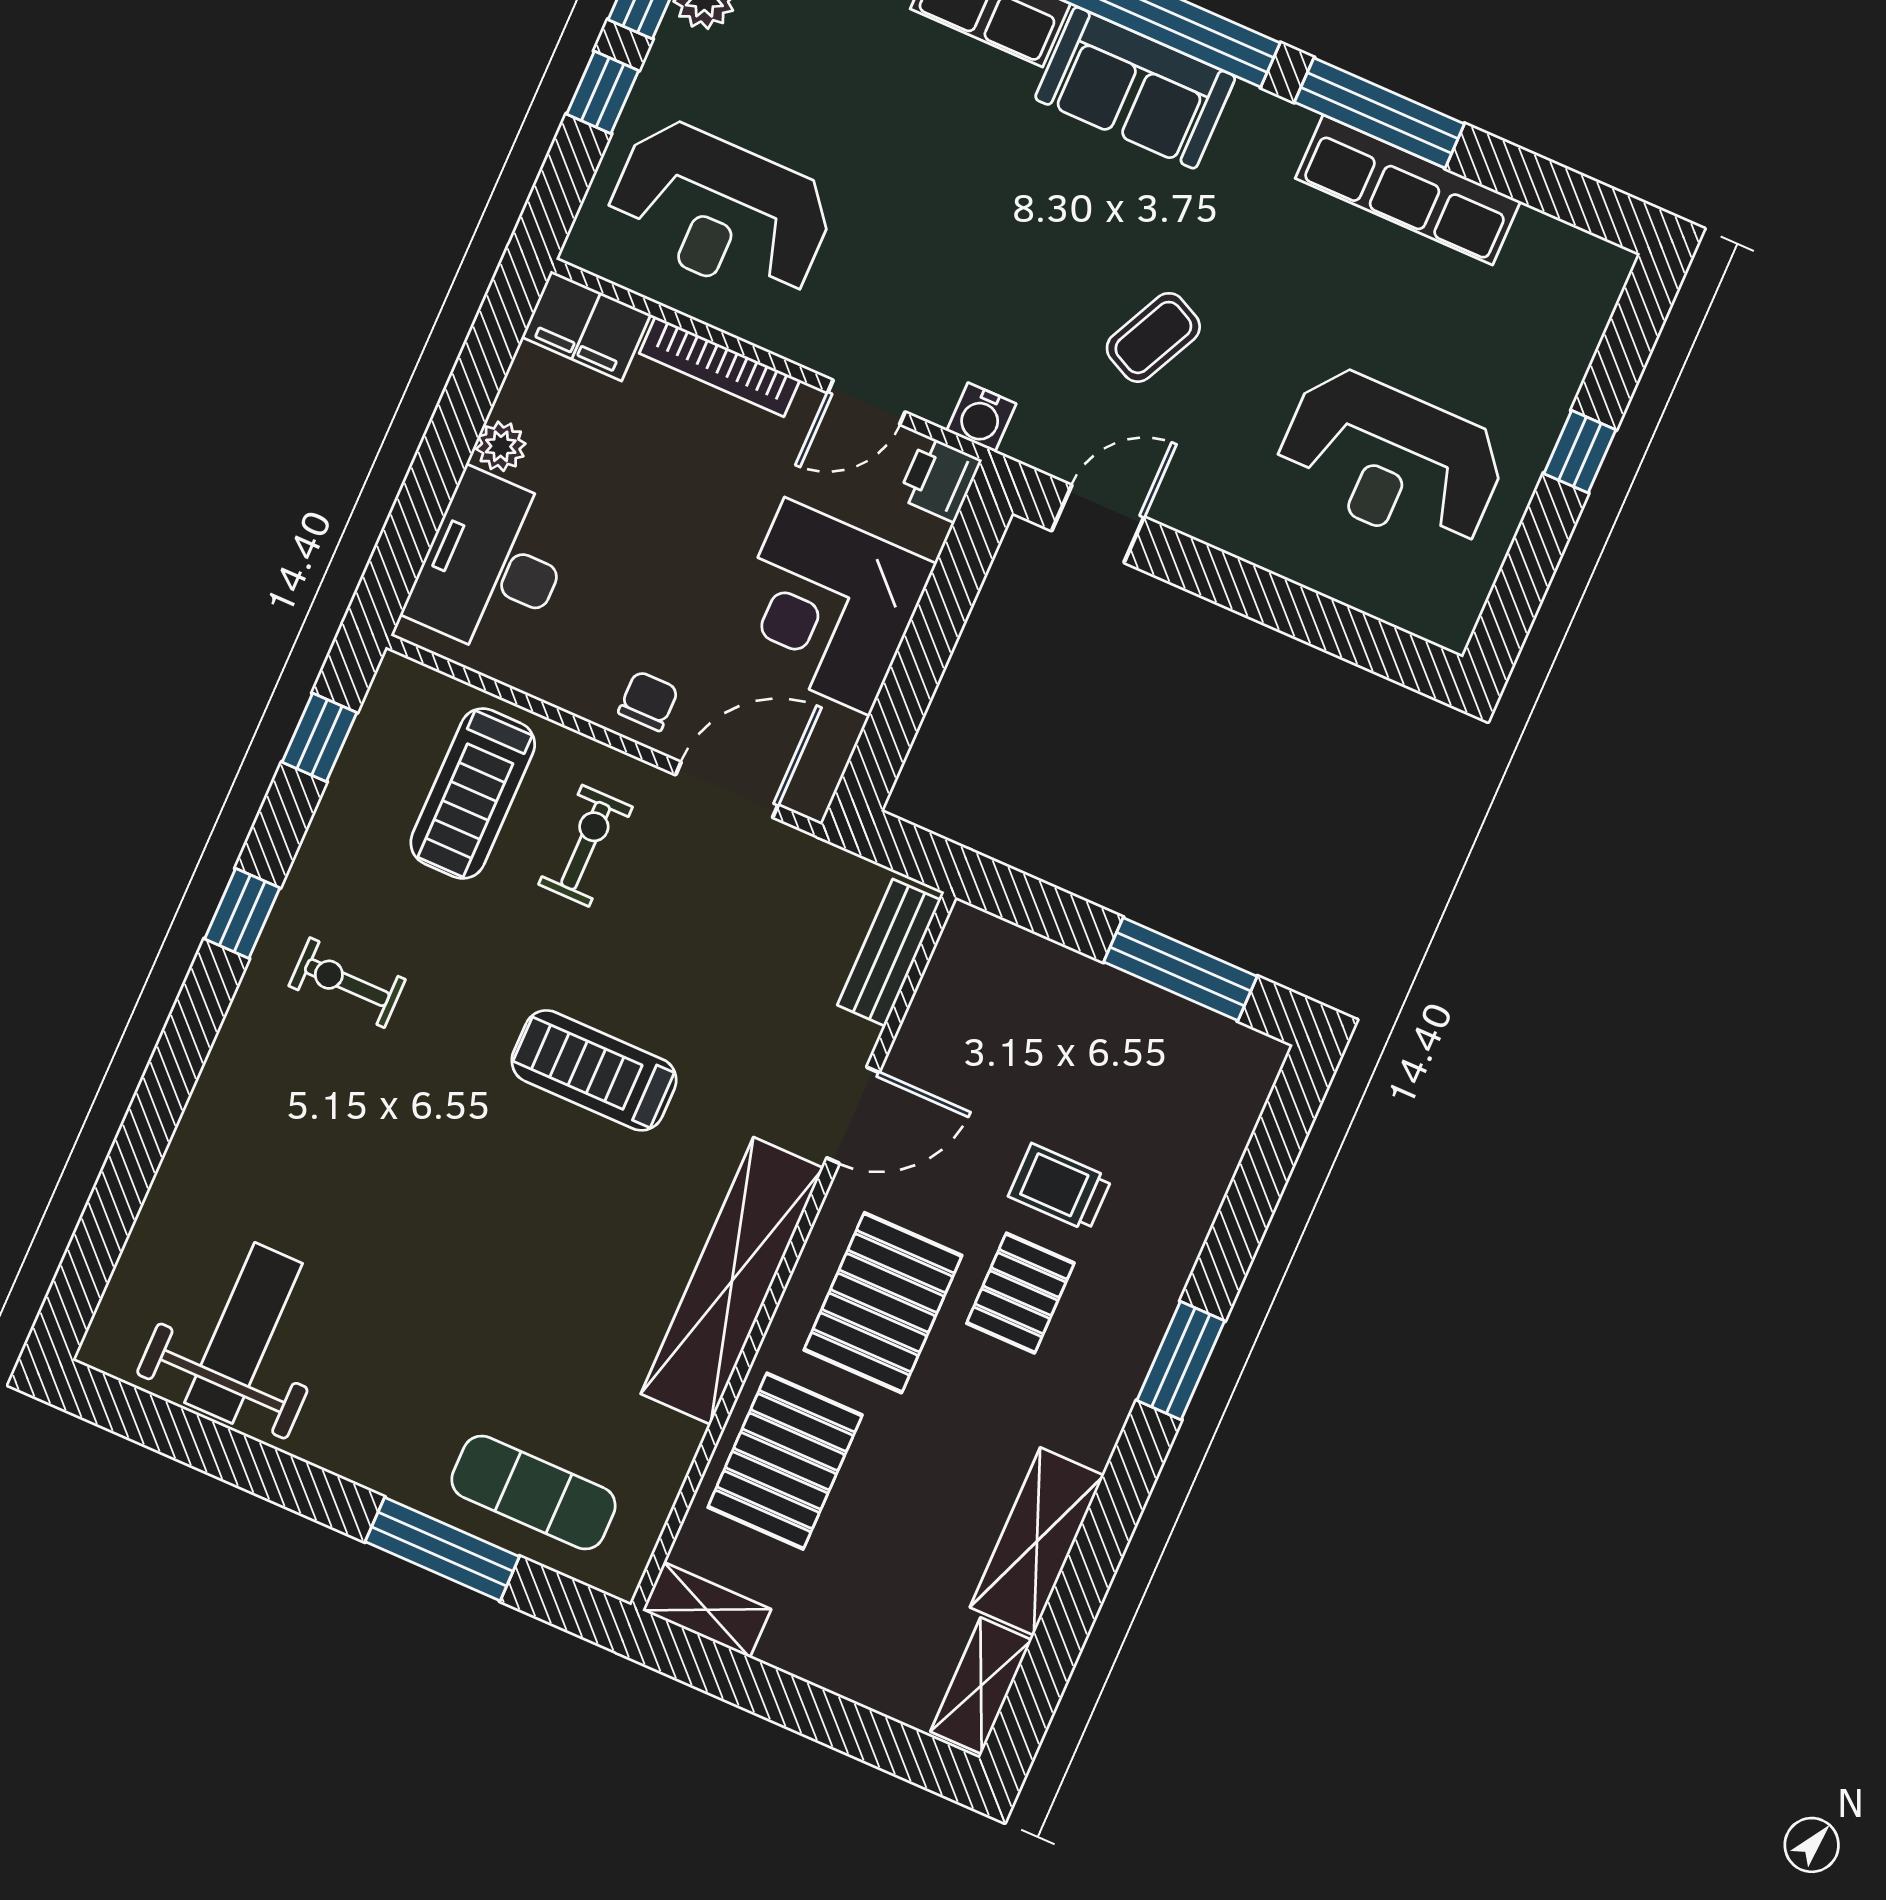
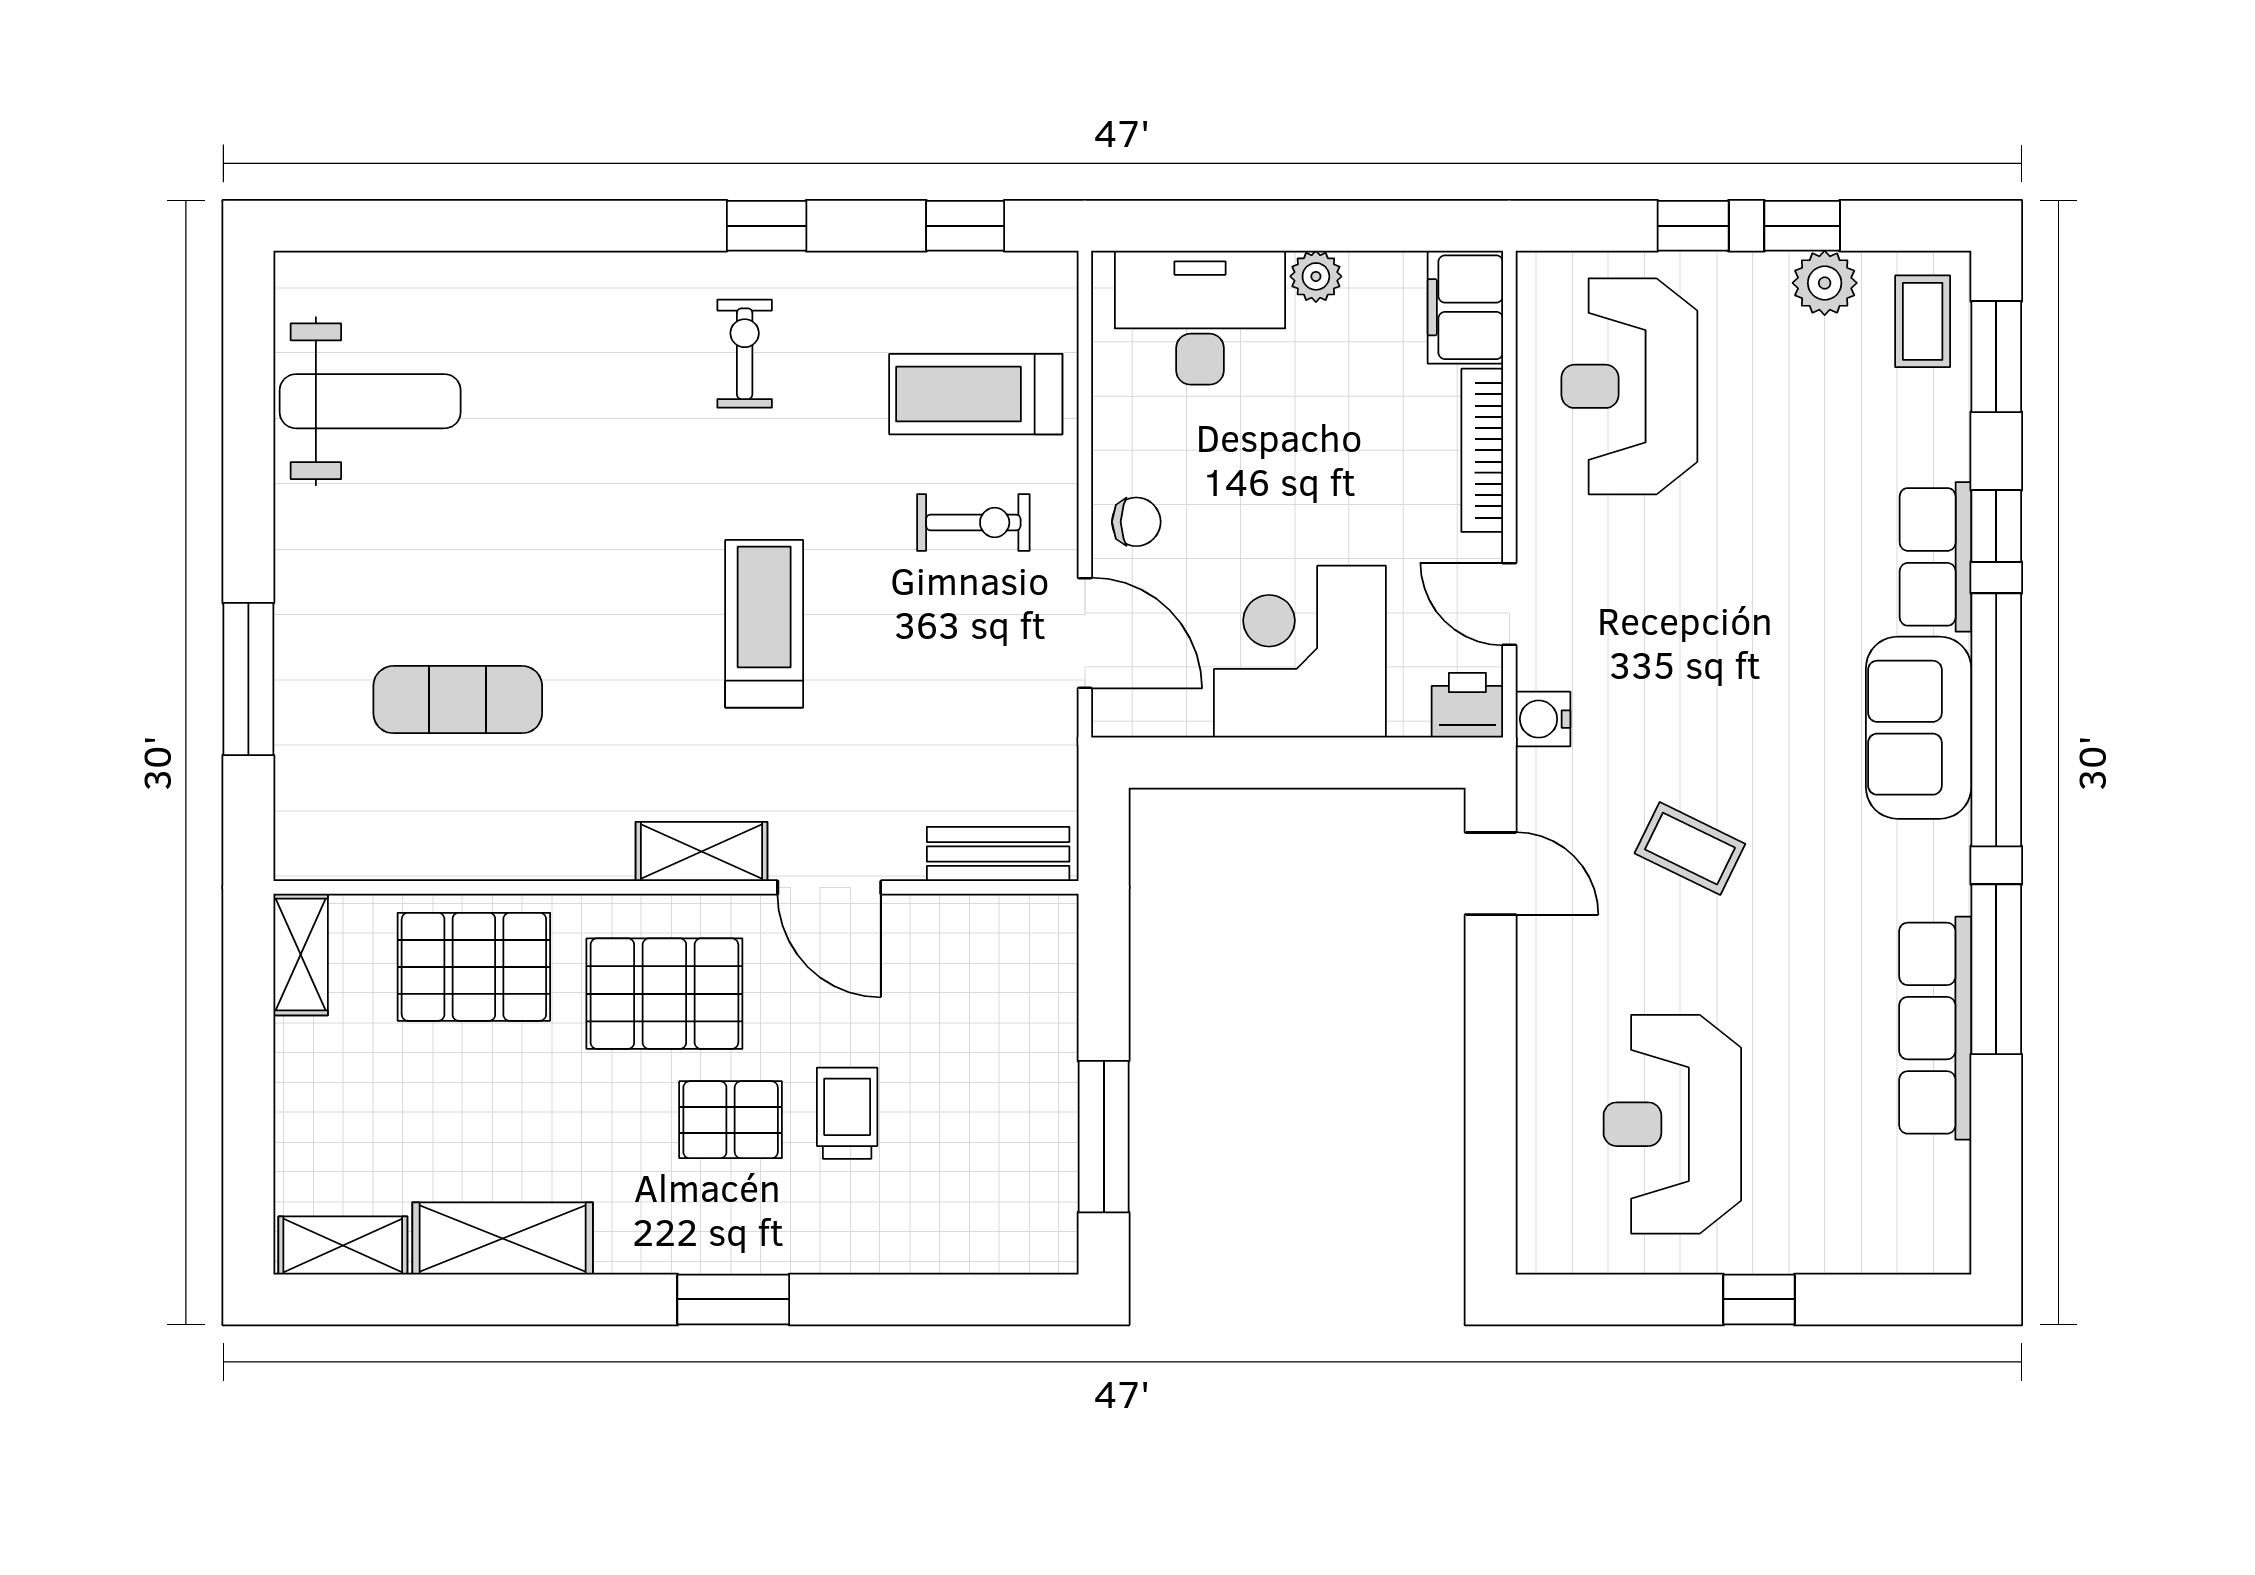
shelving: (732, 1281) -> (701, 852), width x0.45, depth x0.75
exercise mat: (533, 1492) -> (458, 700), moved, turned 90

